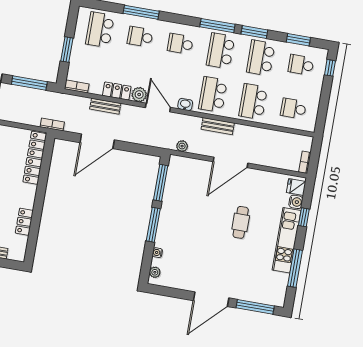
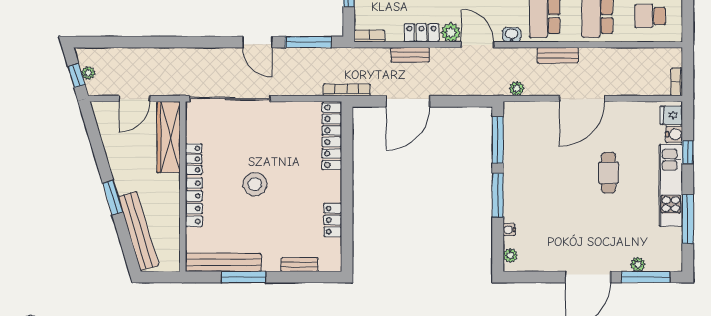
bookcase: (52, 124) -> (347, 90), width x1.56
plant: (251, 296) -> (638, 264), added

